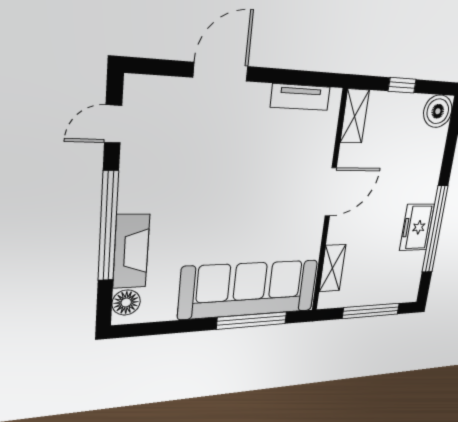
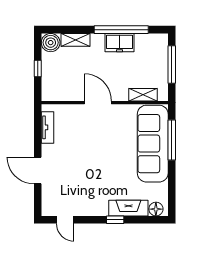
shelving: (355, 116) -> (75, 40), moved
window: (108, 226) -> (115, 220), width x0.32

